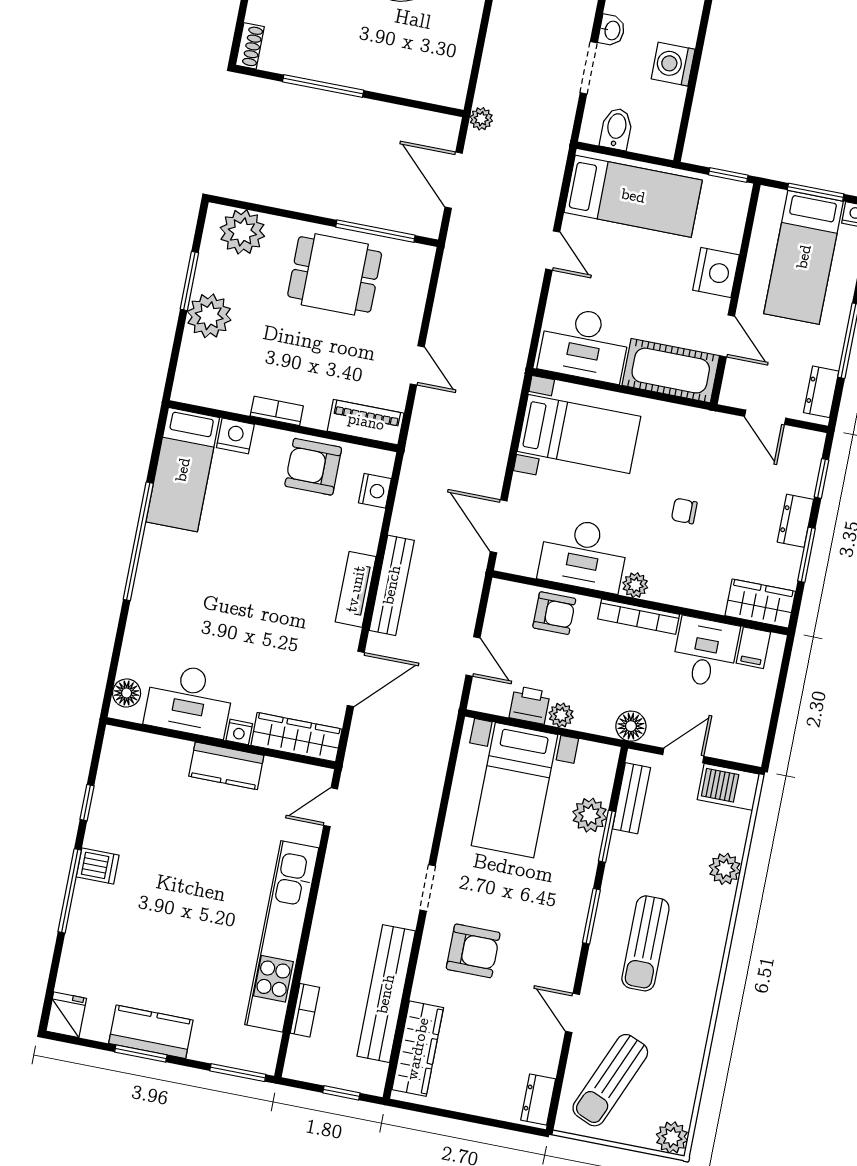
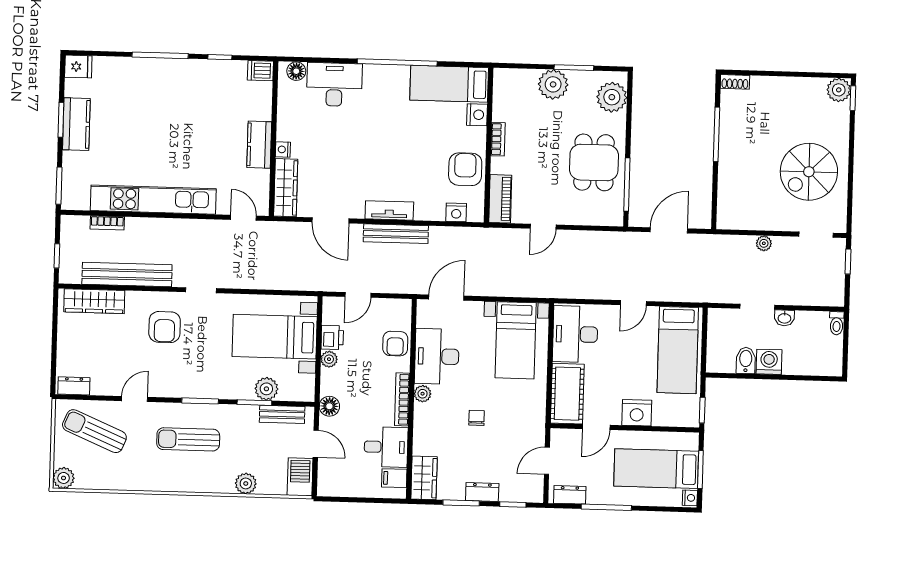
plant: (481, 119) -> (764, 243), moved
bidet: (616, 129) -> (746, 360), moved, turned -90
desk: (189, 700) -> (334, 85), moved, turned 90
dishwasher: (98, 866) -> (260, 71), moved, turned 90

